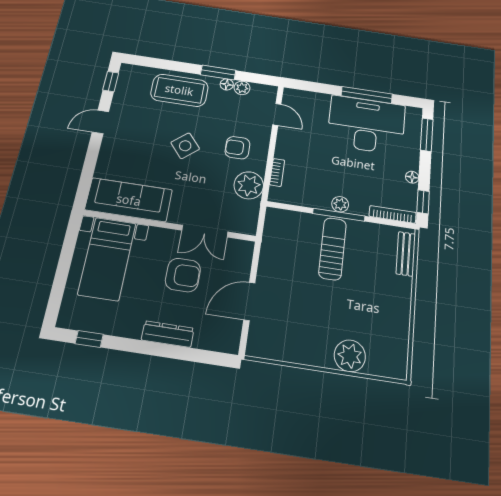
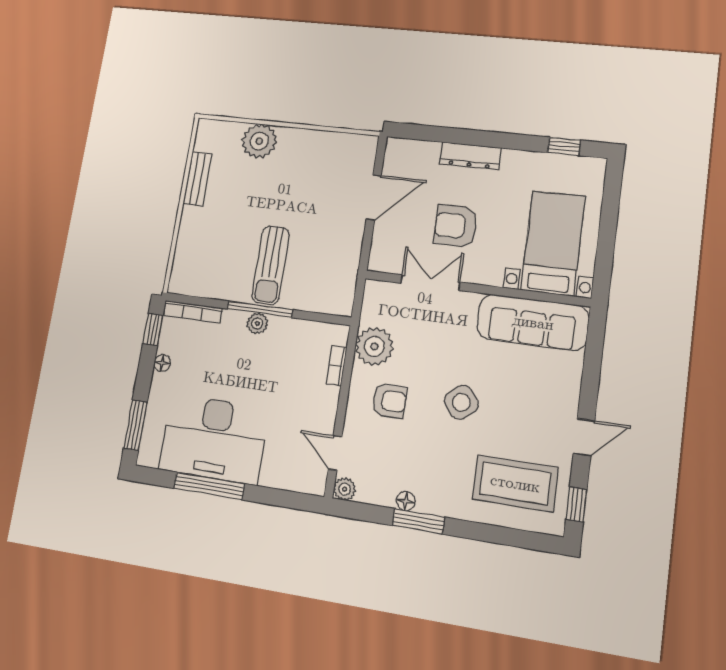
plant: (242, 88) -> (345, 489), moved
coffee table: (179, 90) -> (515, 483), moved
bench: (406, 254) -> (197, 179), moved

